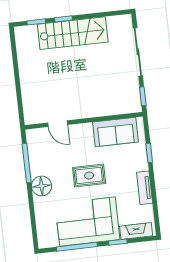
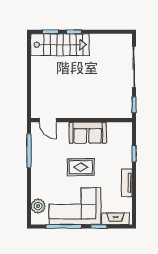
stairs: (73, 33) -> (60, 45), moved
door: (58, 124) -> (48, 120), moved
sofa: (116, 132) -> (88, 133), moved
floor lamp: (42, 186) -> (39, 172), removed
plant: (44, 226) -> (38, 206), added

